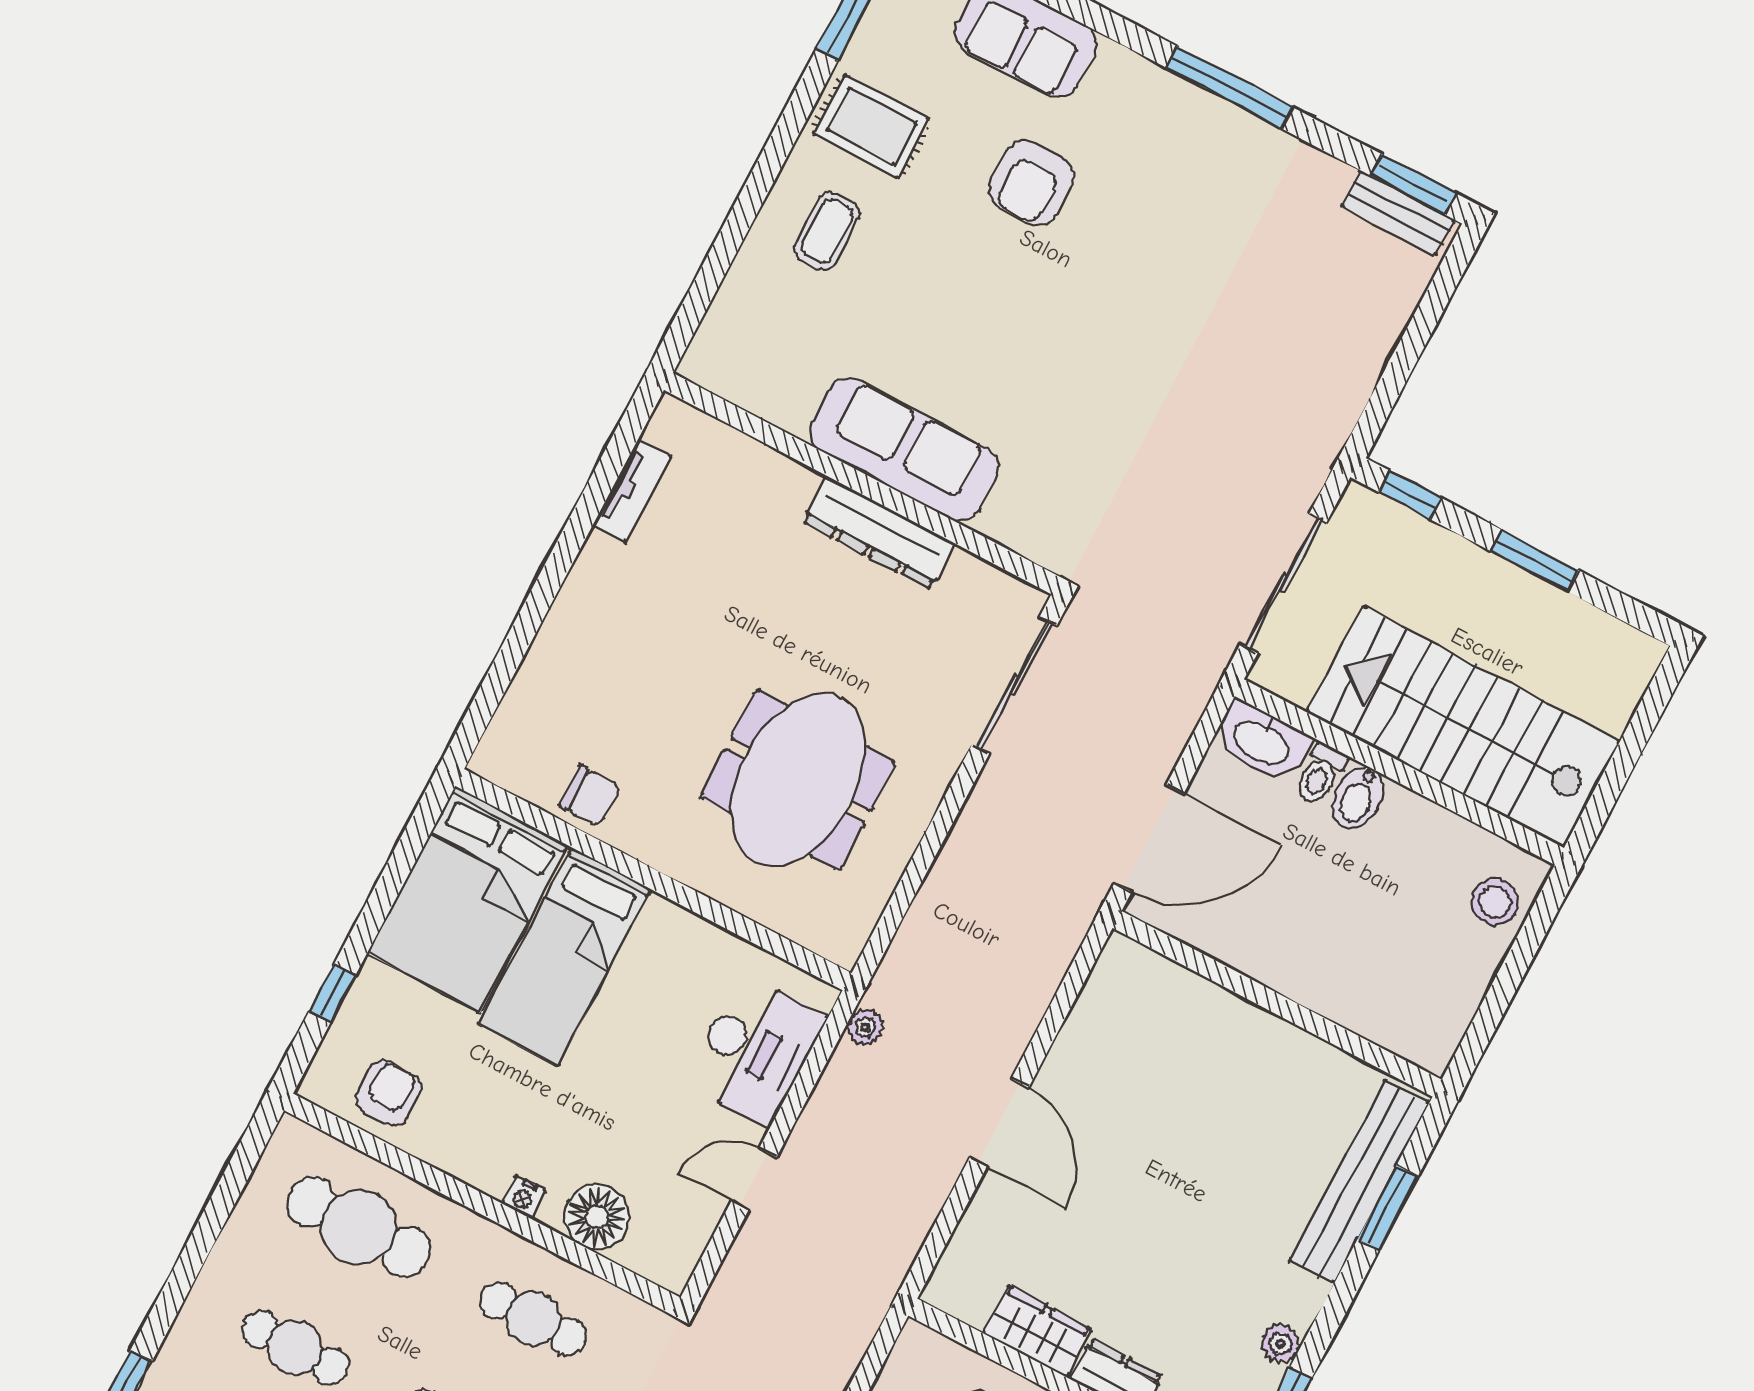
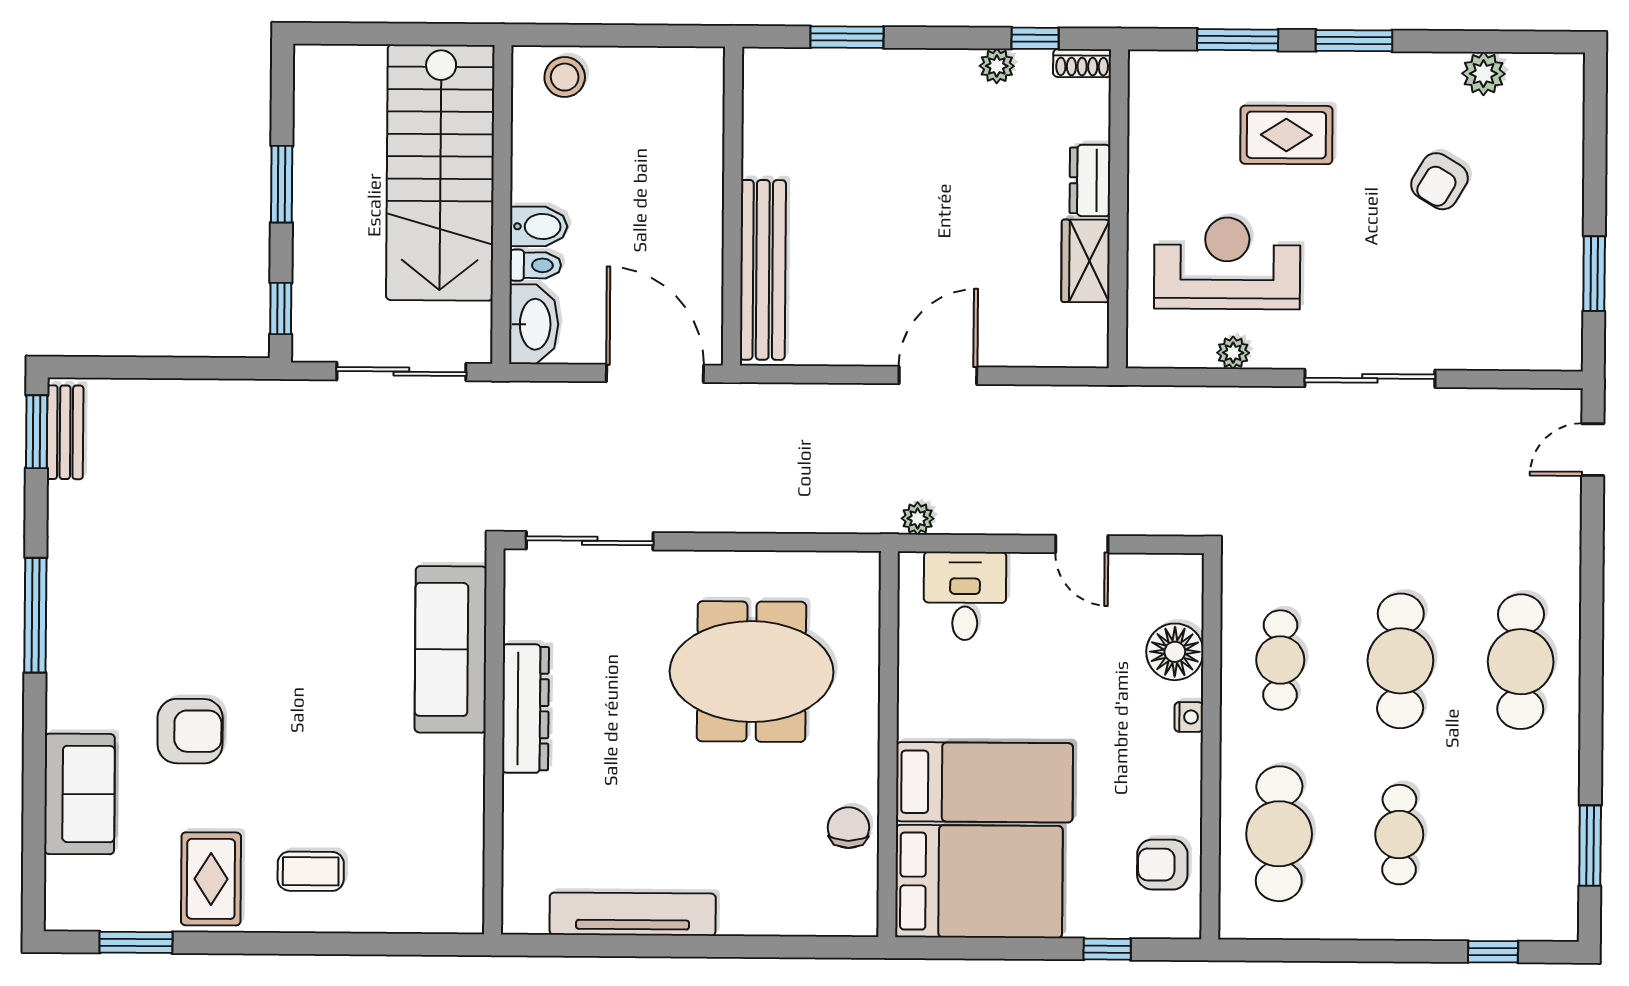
sofa: (904, 449) -> (451, 649), moved
tv unit: (632, 491) -> (633, 914), width x1.92, depth x1.29
desk: (755, 1050) -> (965, 596), width x0.73
bench: (1359, 1182) -> (763, 270), moved, turned 90

